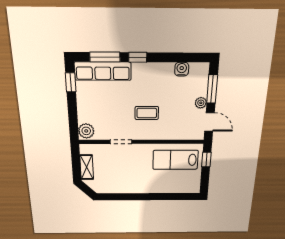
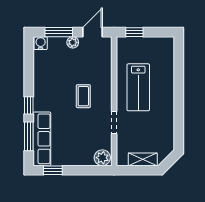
water cooler: (182, 69) -> (41, 43), moved, turned 90
lab bench: (175, 160) -> (138, 87), moved

